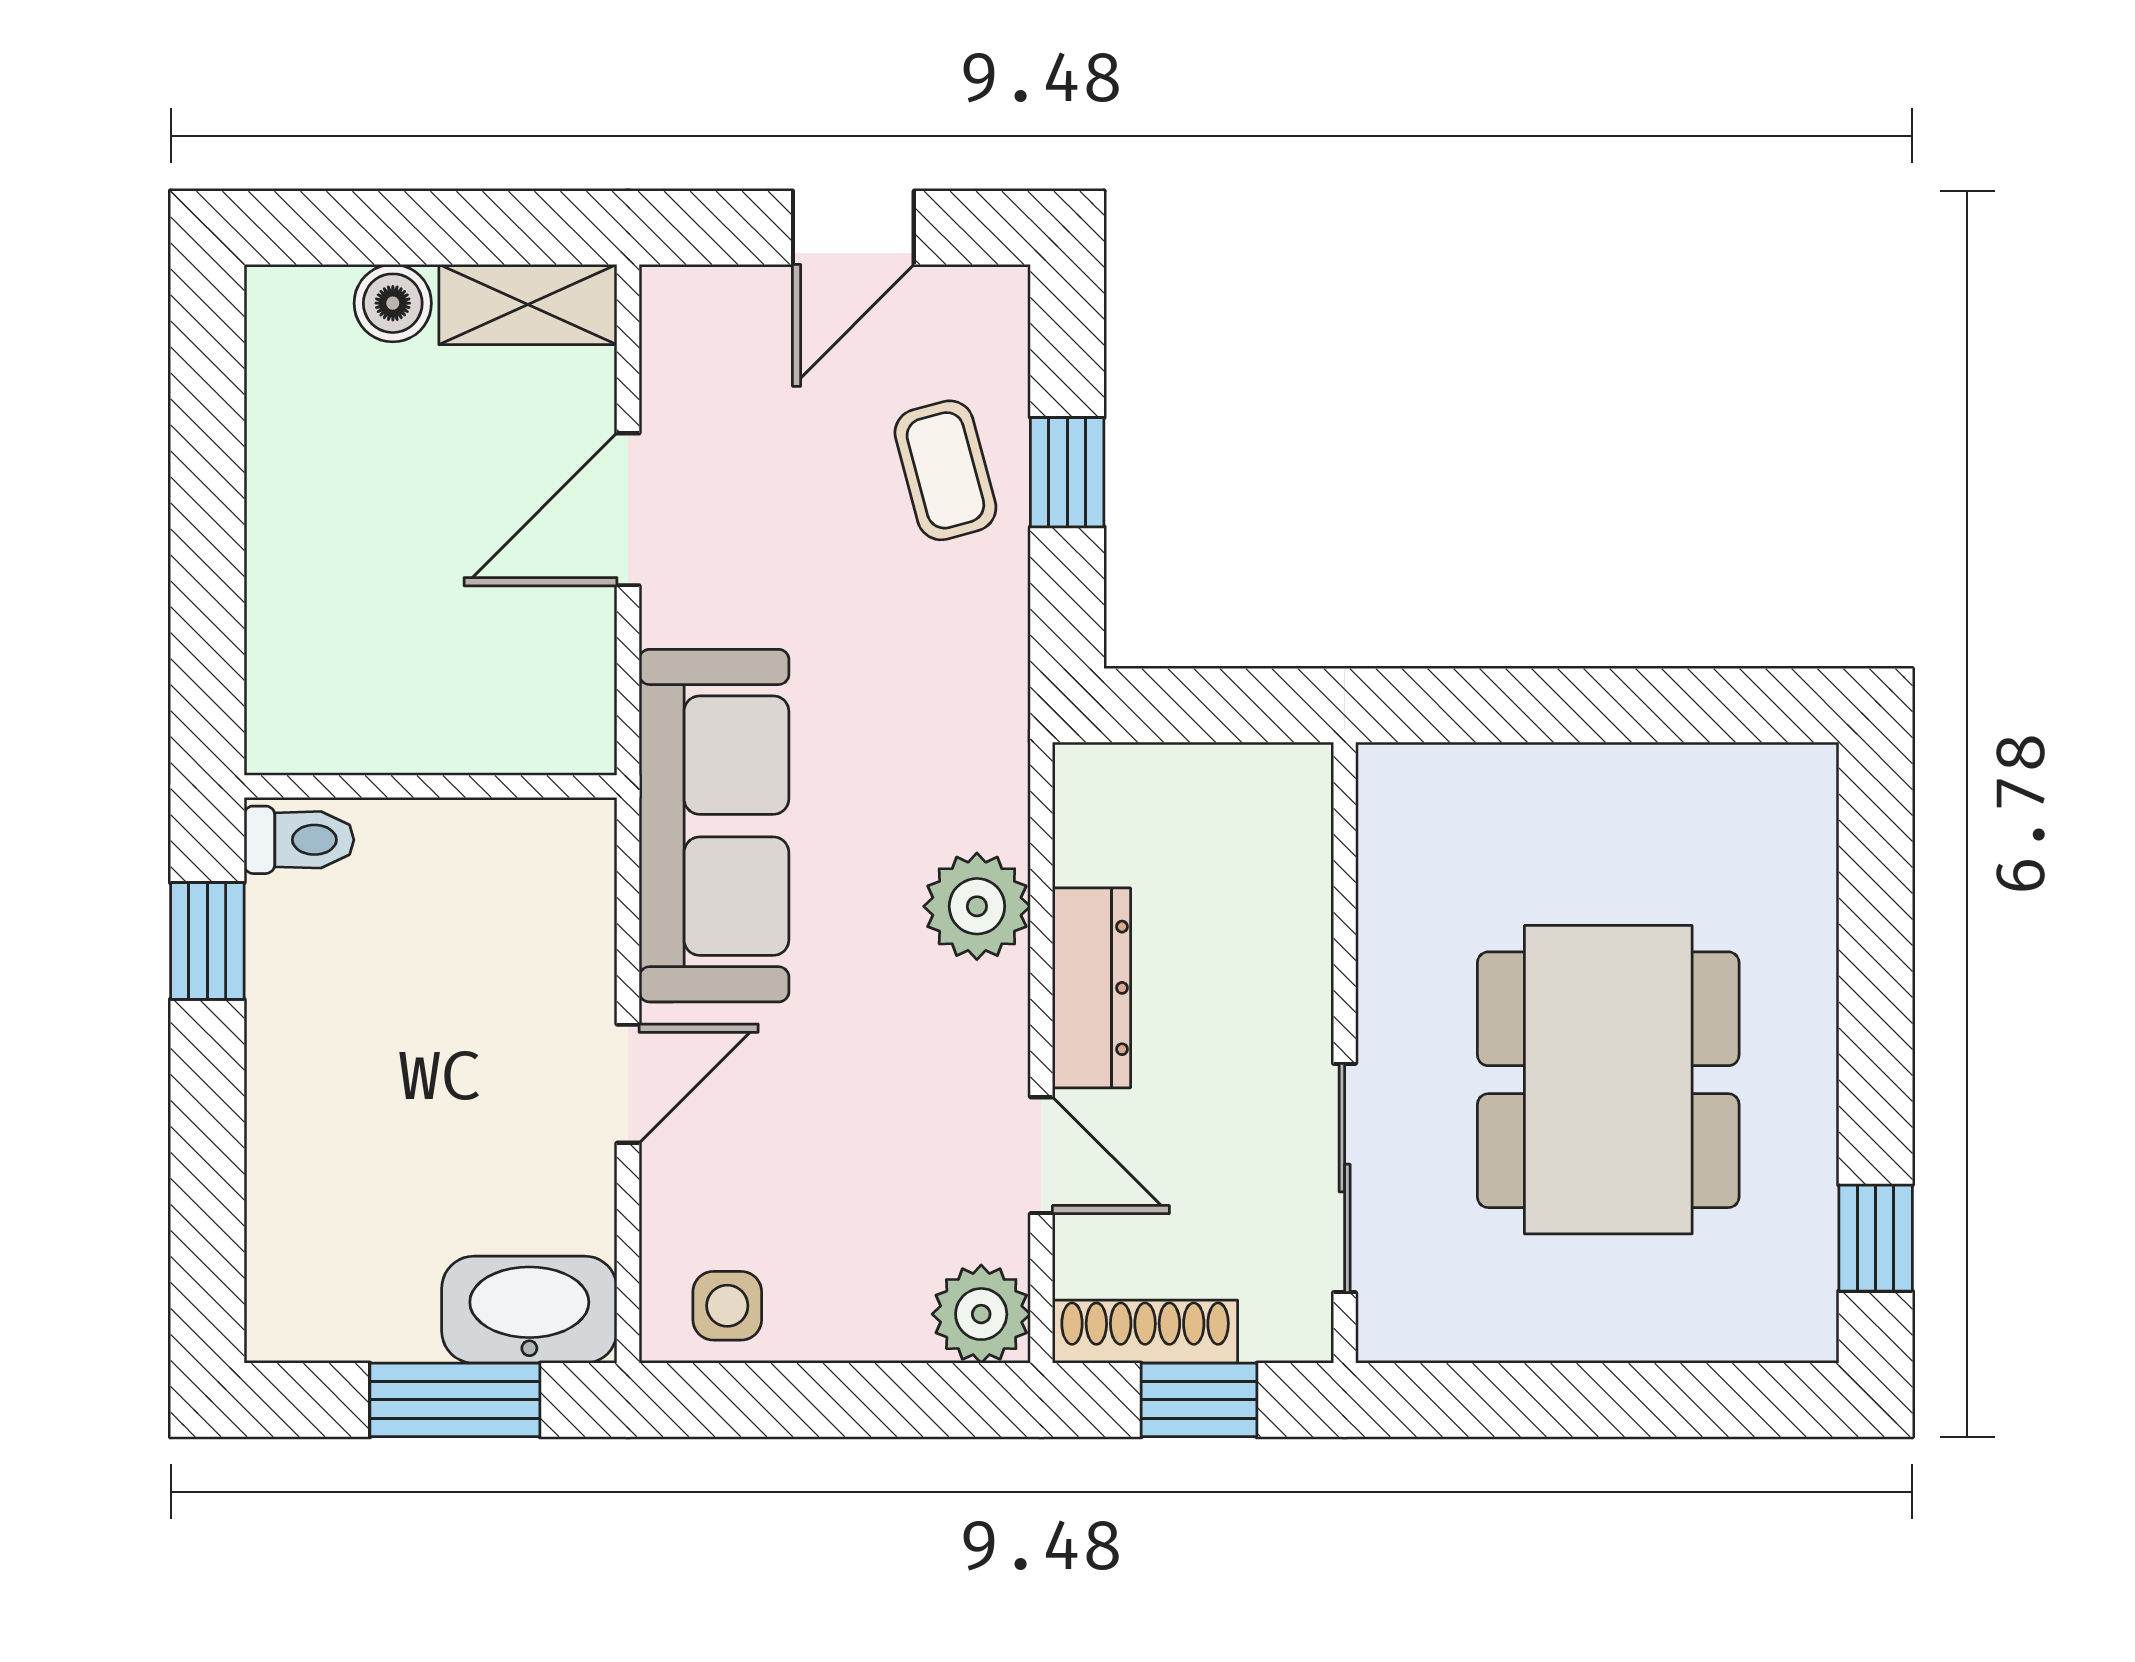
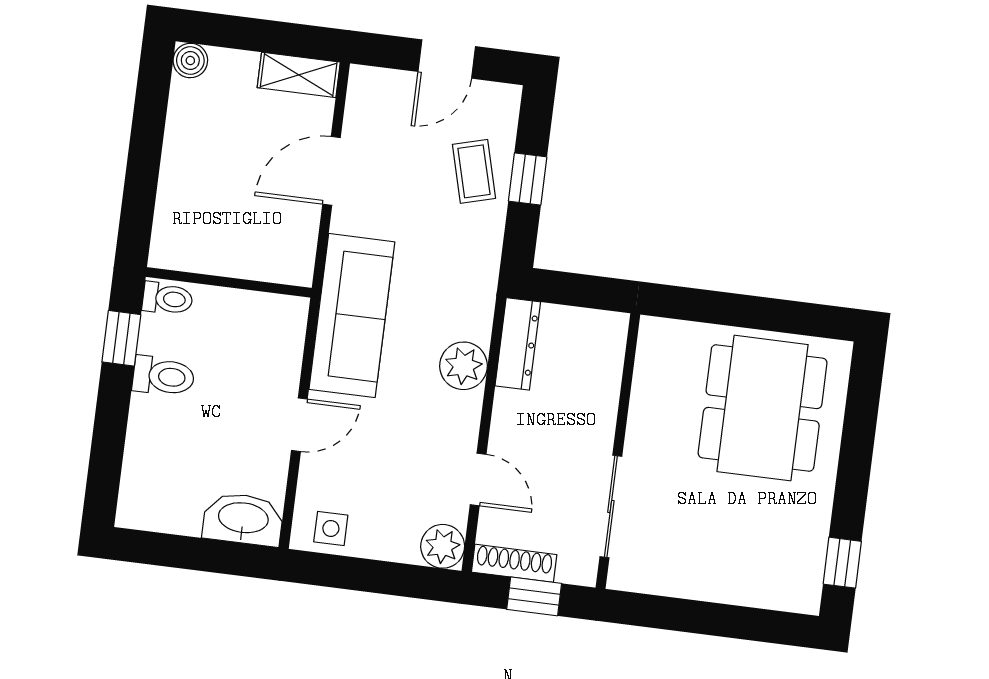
boiler: (393, 303) -> (190, 60), moved
dresser: (1092, 988) -> (518, 344), moved
toilet: (312, 1014) -> (163, 376), added
dining table: (1608, 1080) -> (763, 408), moved
window: (455, 1400) -> (205, 555), removed

